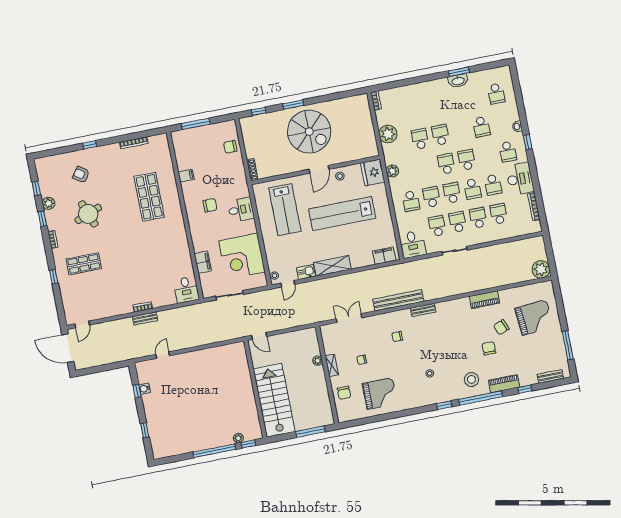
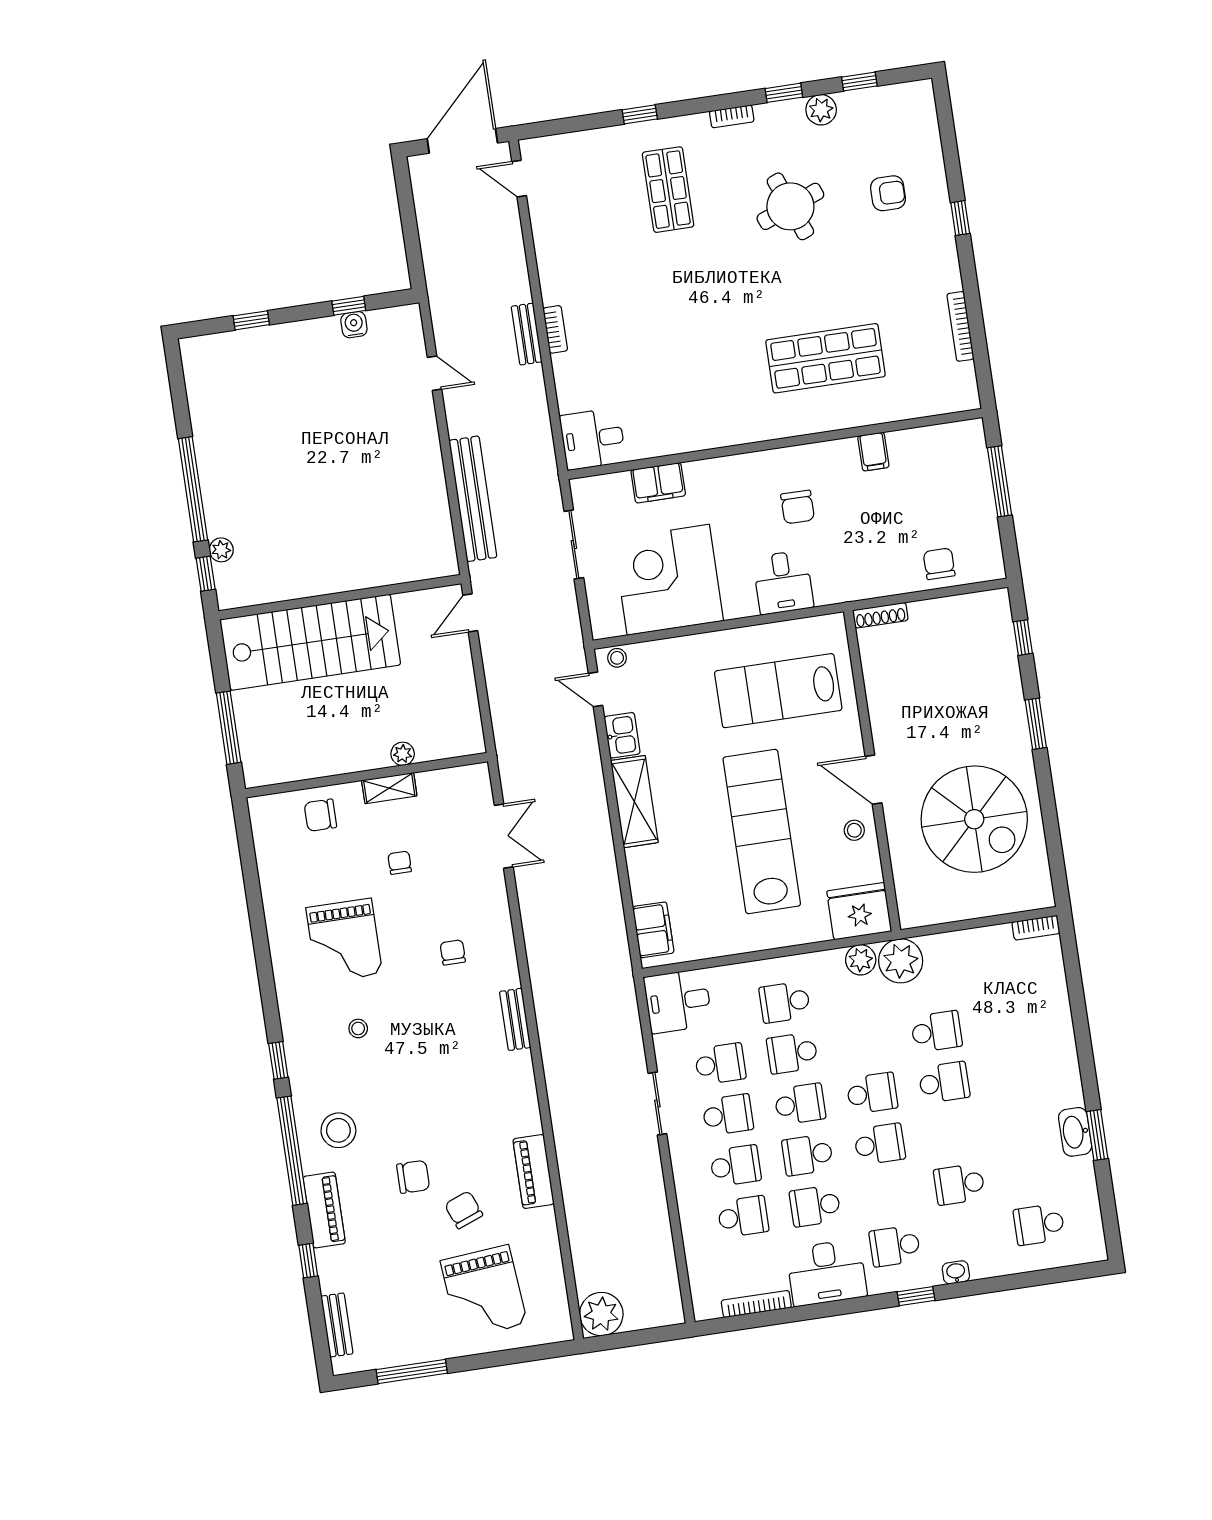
spiral stairs: (309, 132) -> (974, 819), moved, turned -90
plant: (388, 134) -> (901, 961), moved
armchair: (81, 175) -> (888, 193), turned 55
school desk: (431, 197) -> (792, 1053), turned 180
bench: (398, 300) -> (473, 499), moved
grand piano: (380, 394) -> (344, 941), moved

